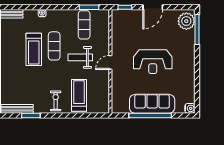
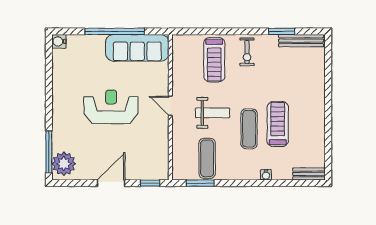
door: (110, 62) -> (170, 106), swing flipped
sofa: (152, 104) -> (137, 48), moved

